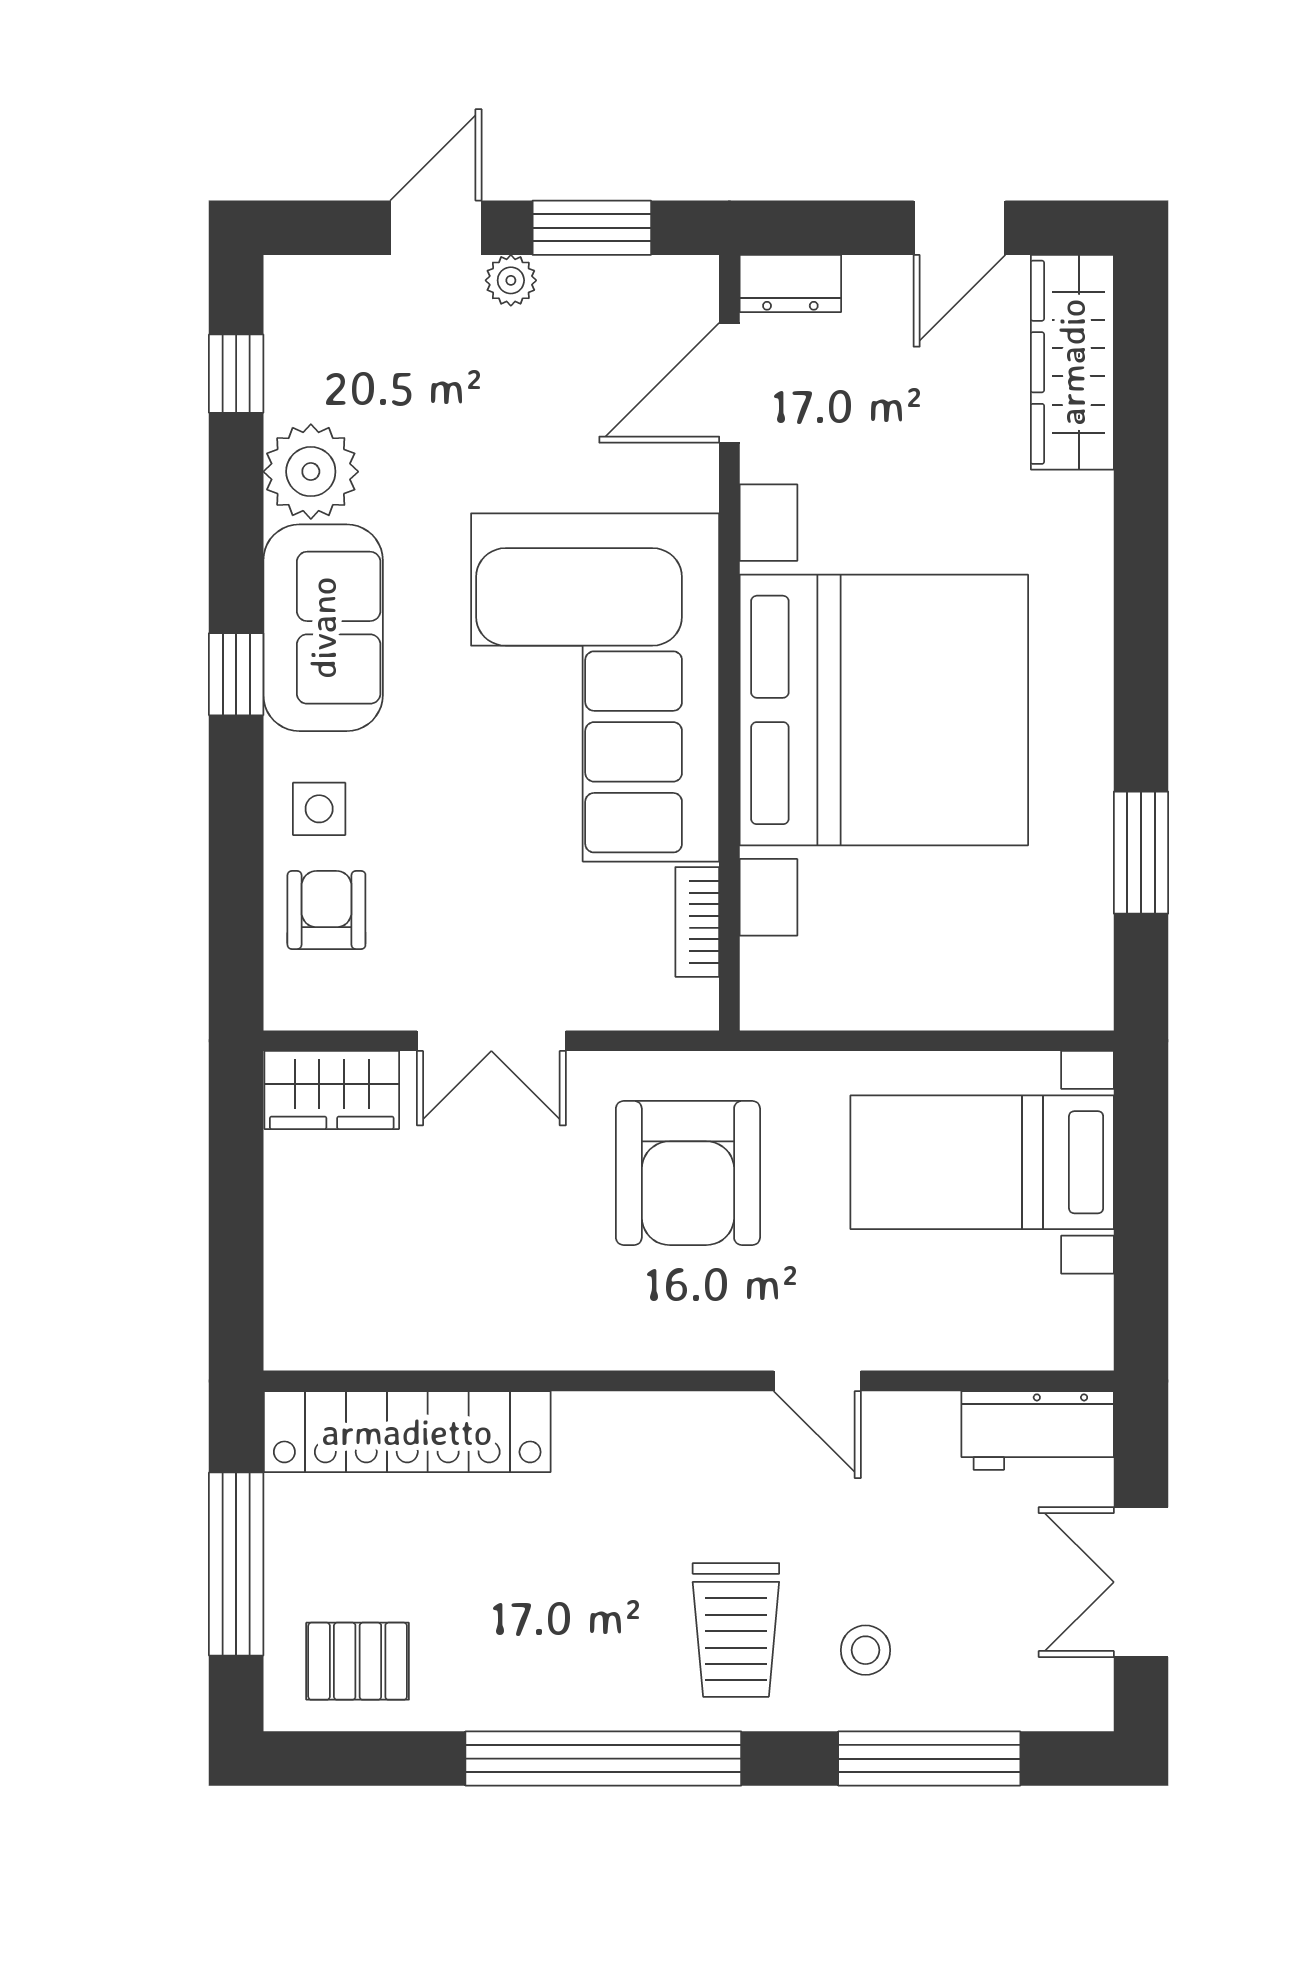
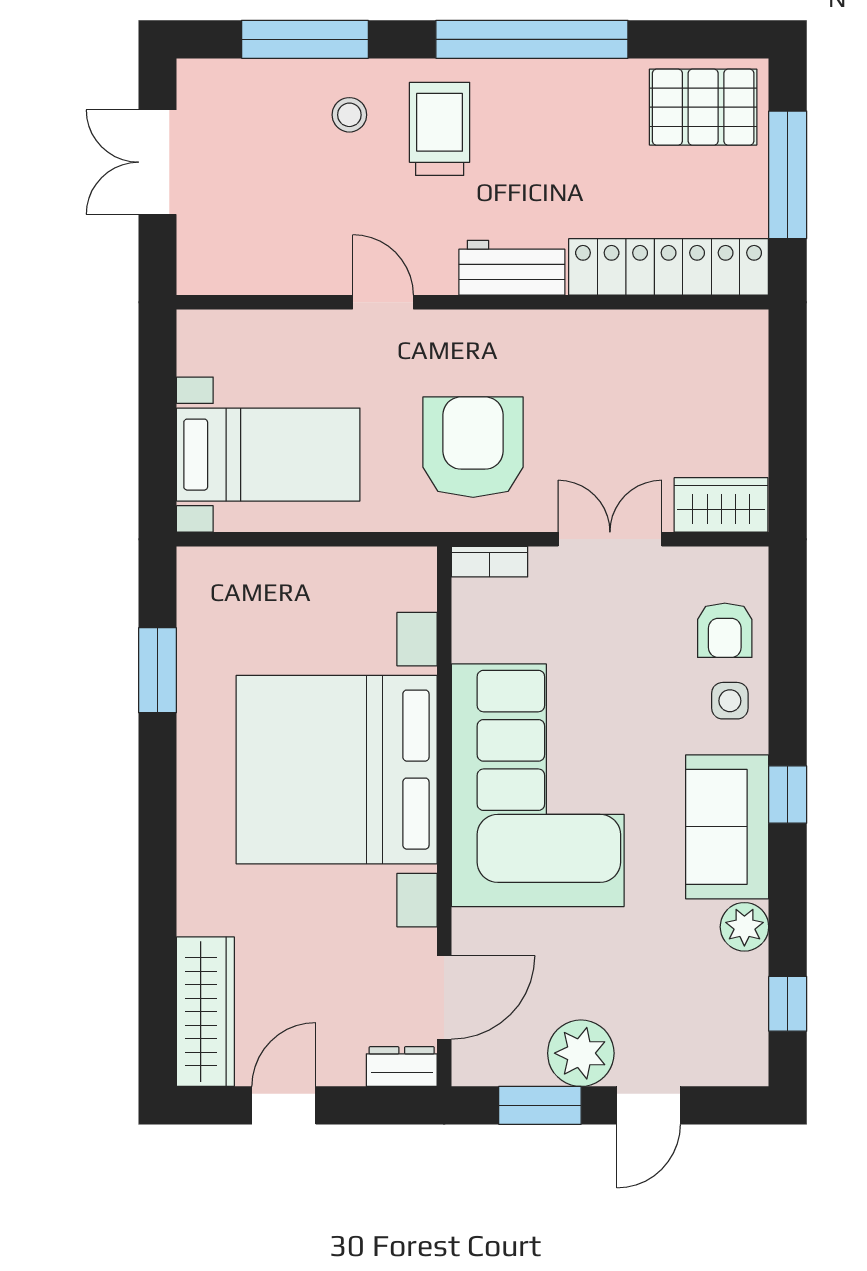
plant: (511, 280) -> (581, 1053), width x1.87, depth x1.87
plant: (311, 472) -> (744, 927), width x0.73, depth x0.73
bookcase: (697, 922) -> (489, 562), moved, turned 90
workbench: (1038, 1430) -> (512, 268), moved
double door: (1141, 1582) -> (158, 162), swing flipped
pallet: (358, 1661) -> (703, 107), width x1.50, depth x1.42

